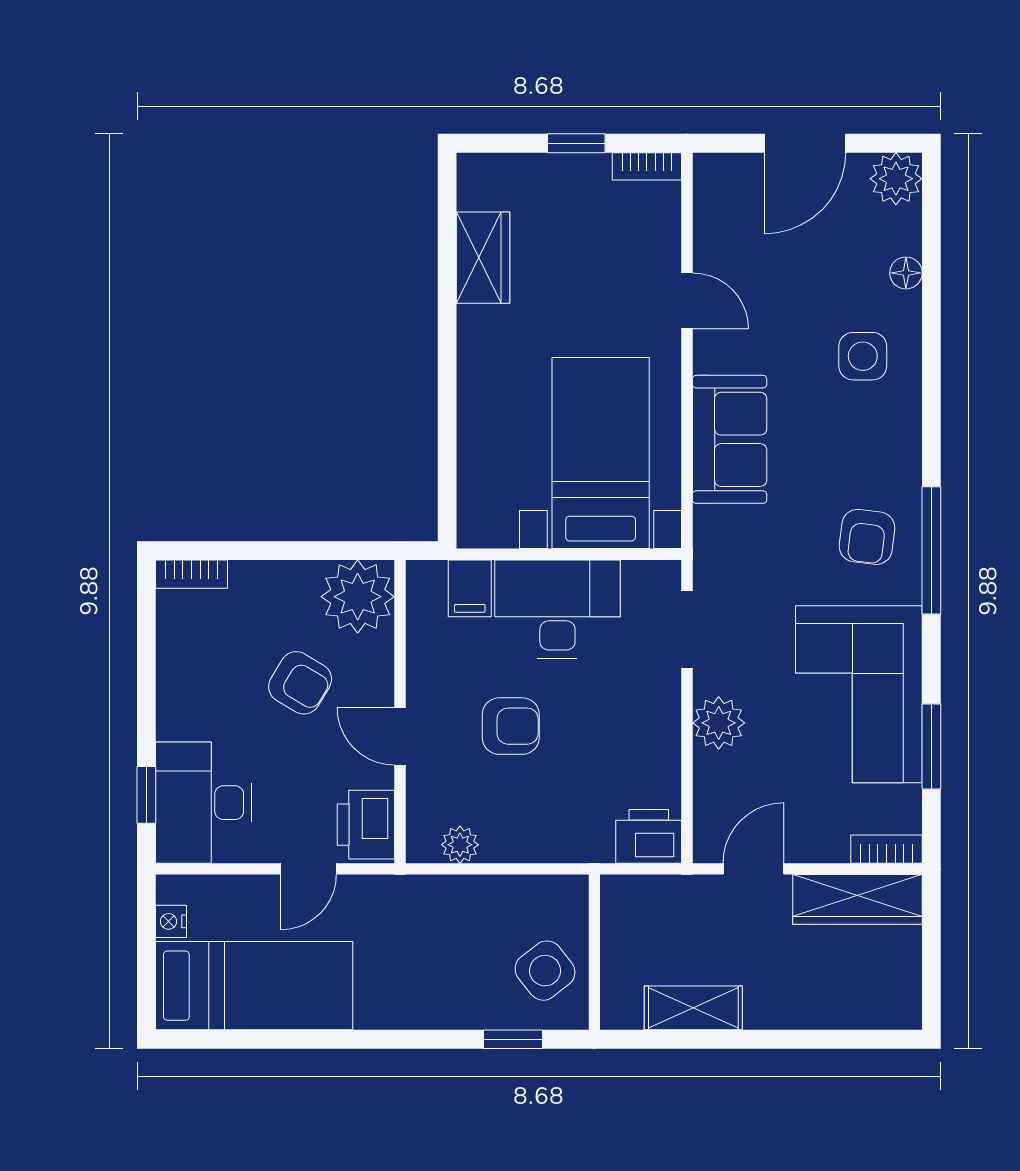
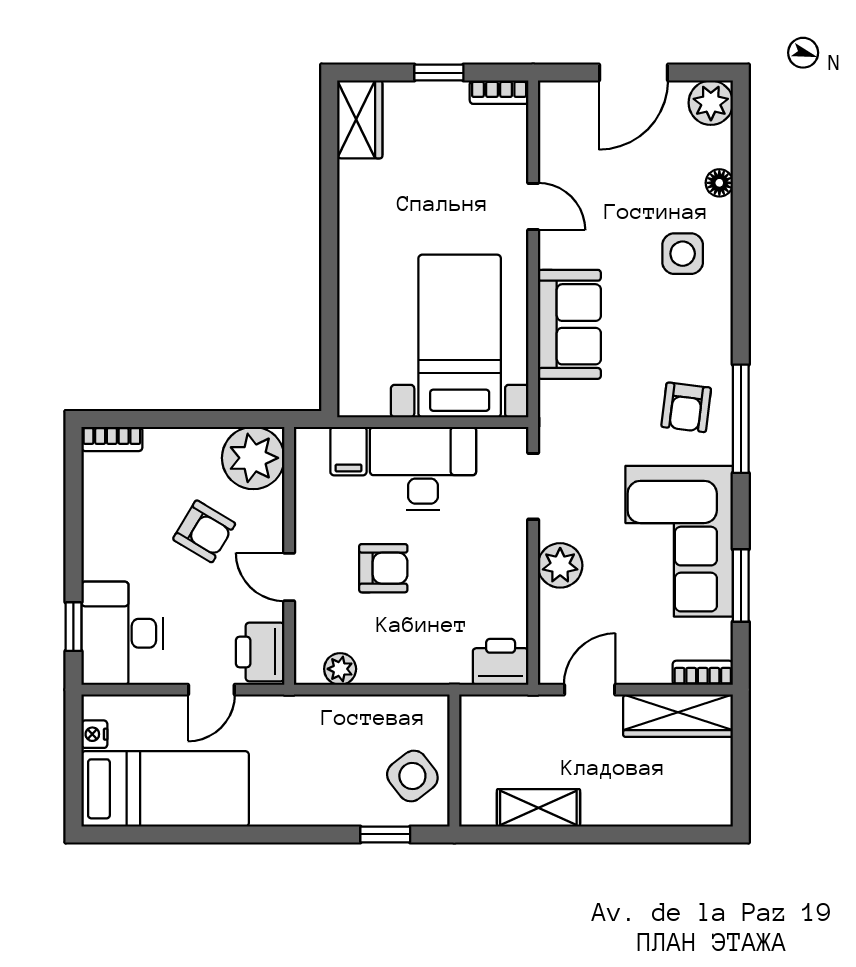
wardrobe: (483, 258) -> (360, 119), moved

